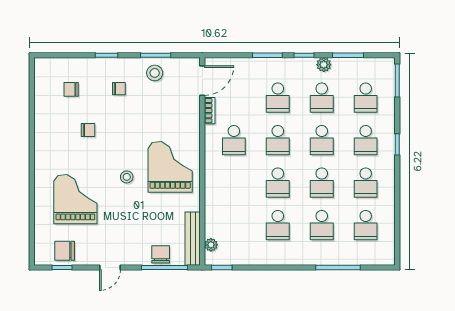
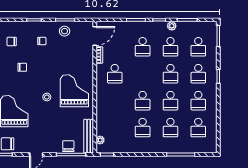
school desk: (278, 140) -> (143, 74), removed

